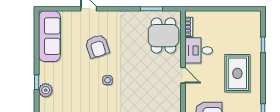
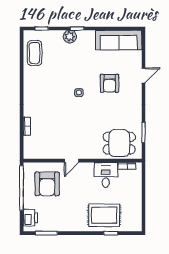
armchair: (97, 46) -> (110, 83), turned -72
rug: (237, 73) -> (104, 215), moved
door: (183, 75) -> (72, 161), moved

